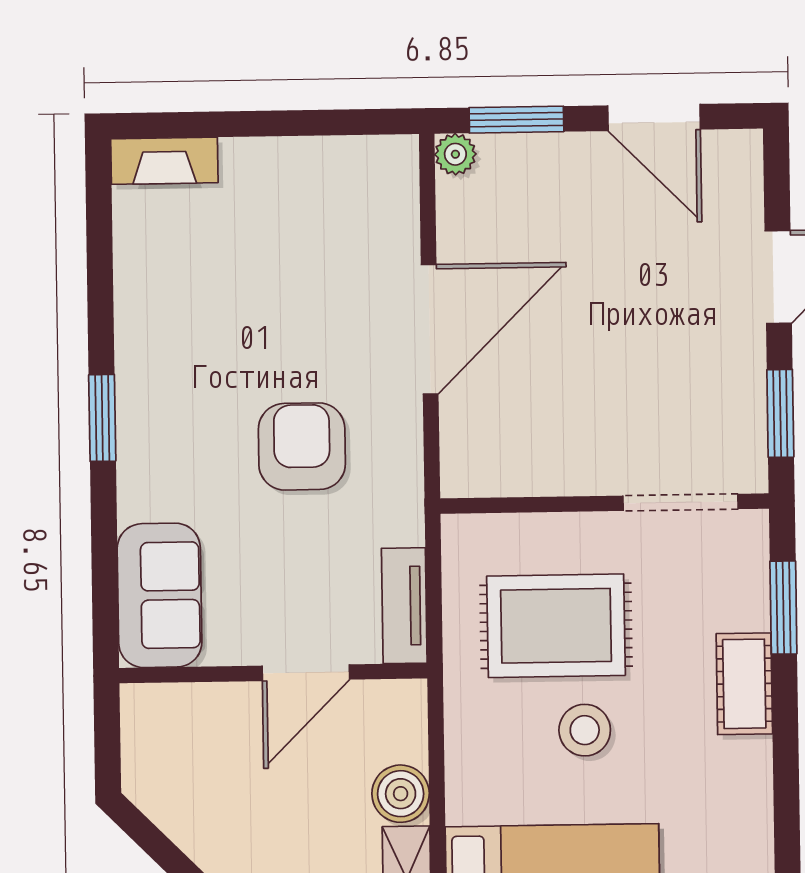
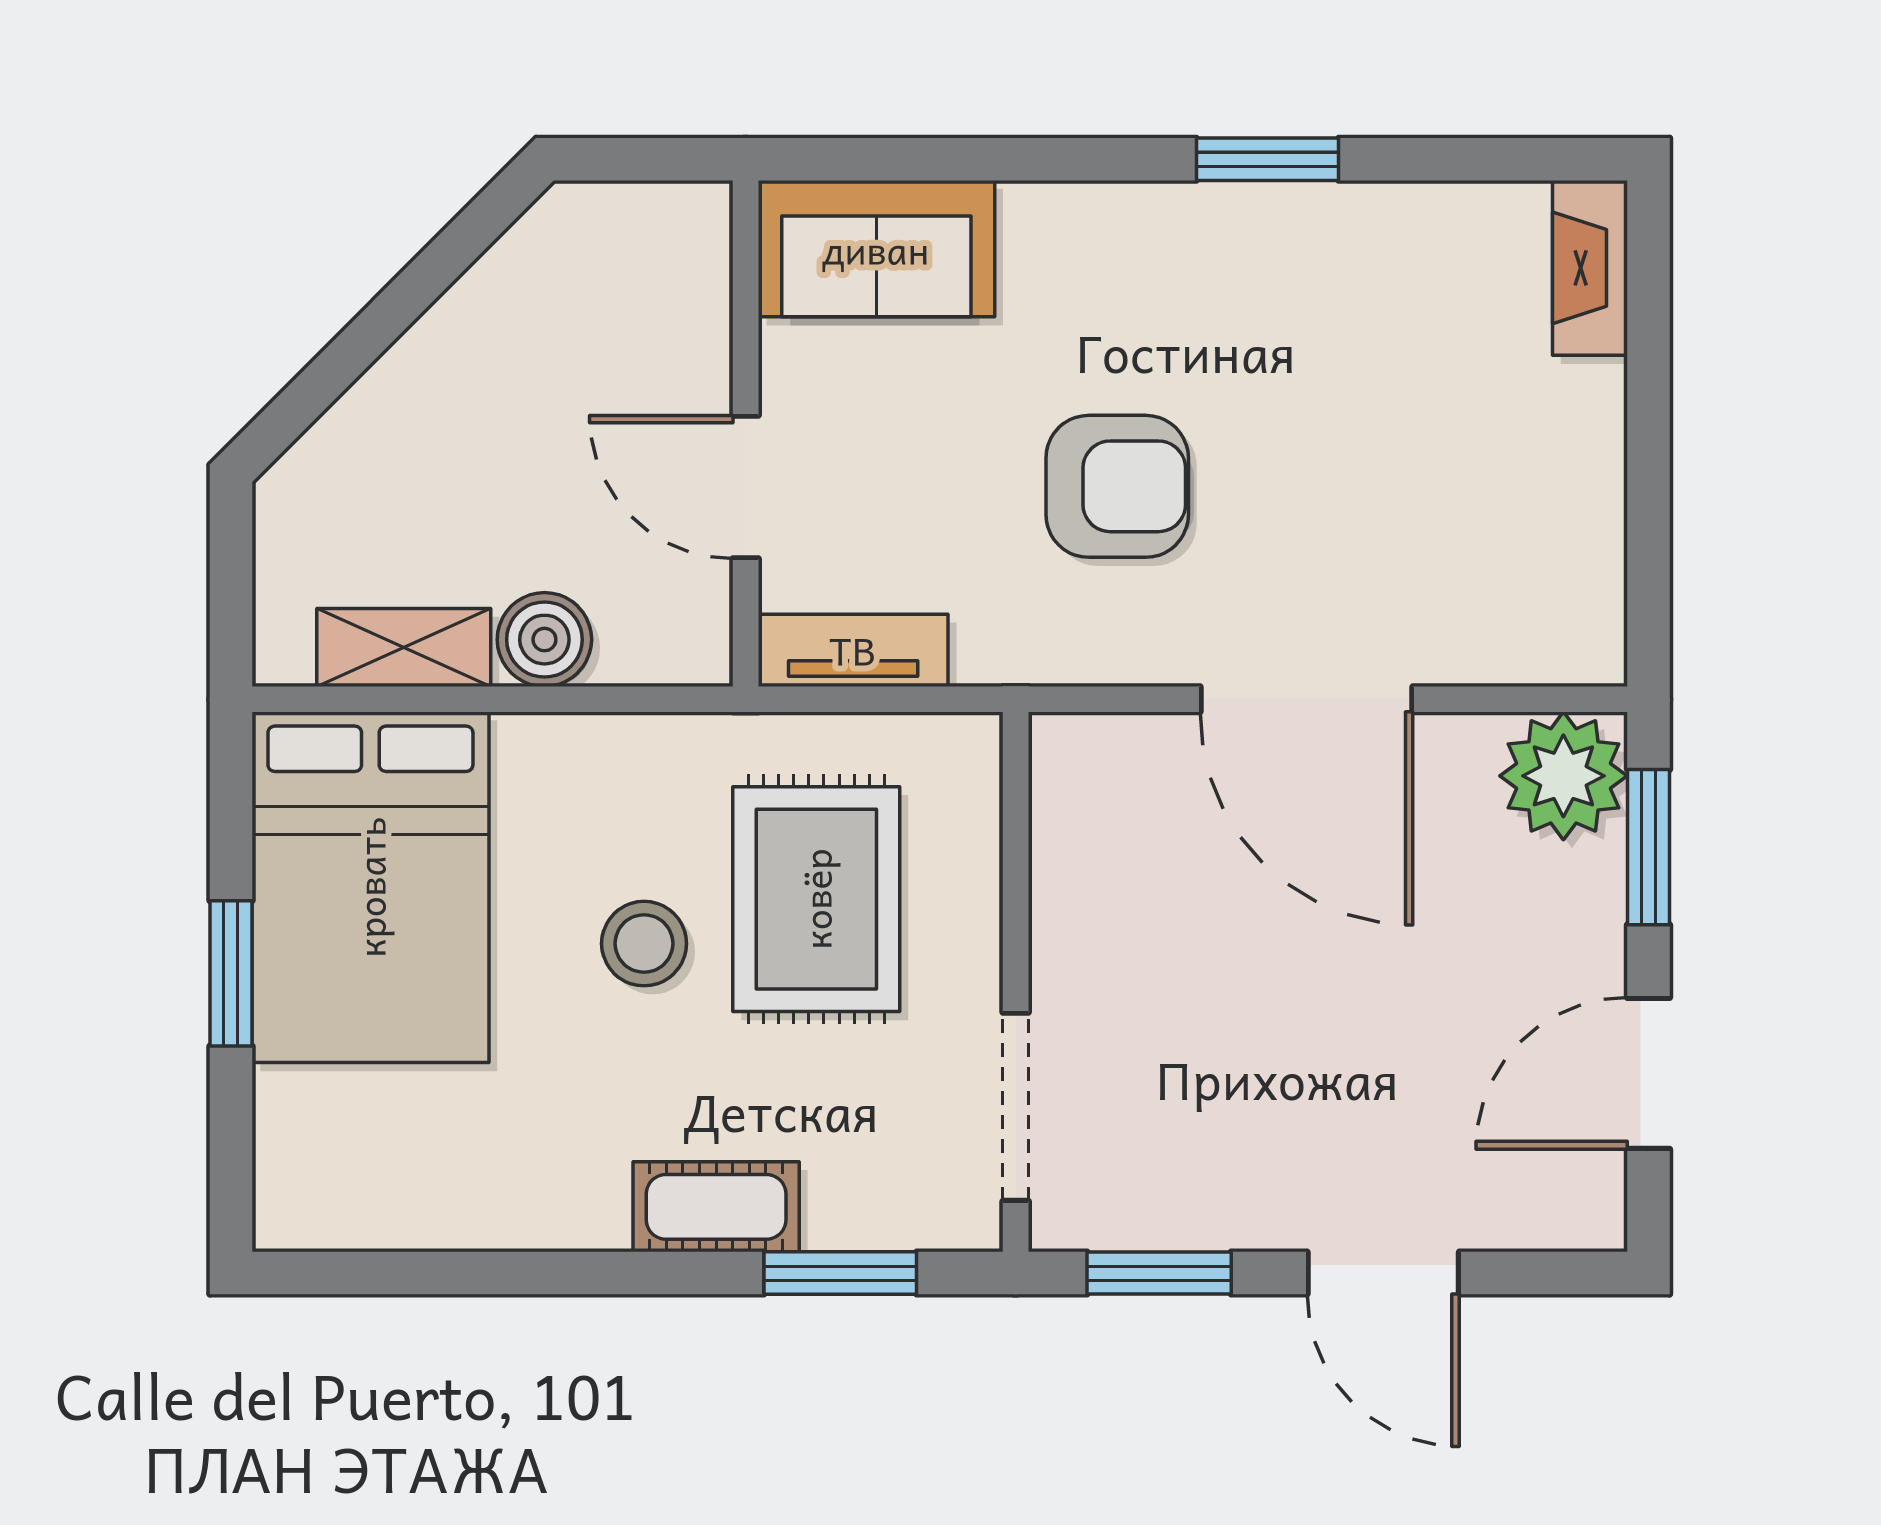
plant: (455, 154) -> (1563, 776), width x1.88, depth x1.88
window: (102, 418) -> (1268, 159), moved

